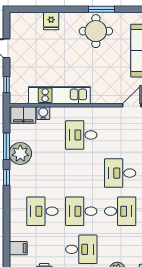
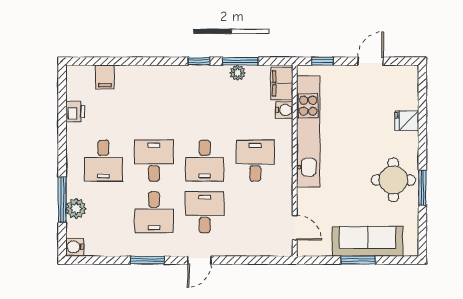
kitchen unit: (59, 95) -> (308, 131), width x1.36
plant: (20, 153) -> (238, 73), width x0.53, depth x0.53
desk: (42, 211) -> (205, 161), moved, turned 180

